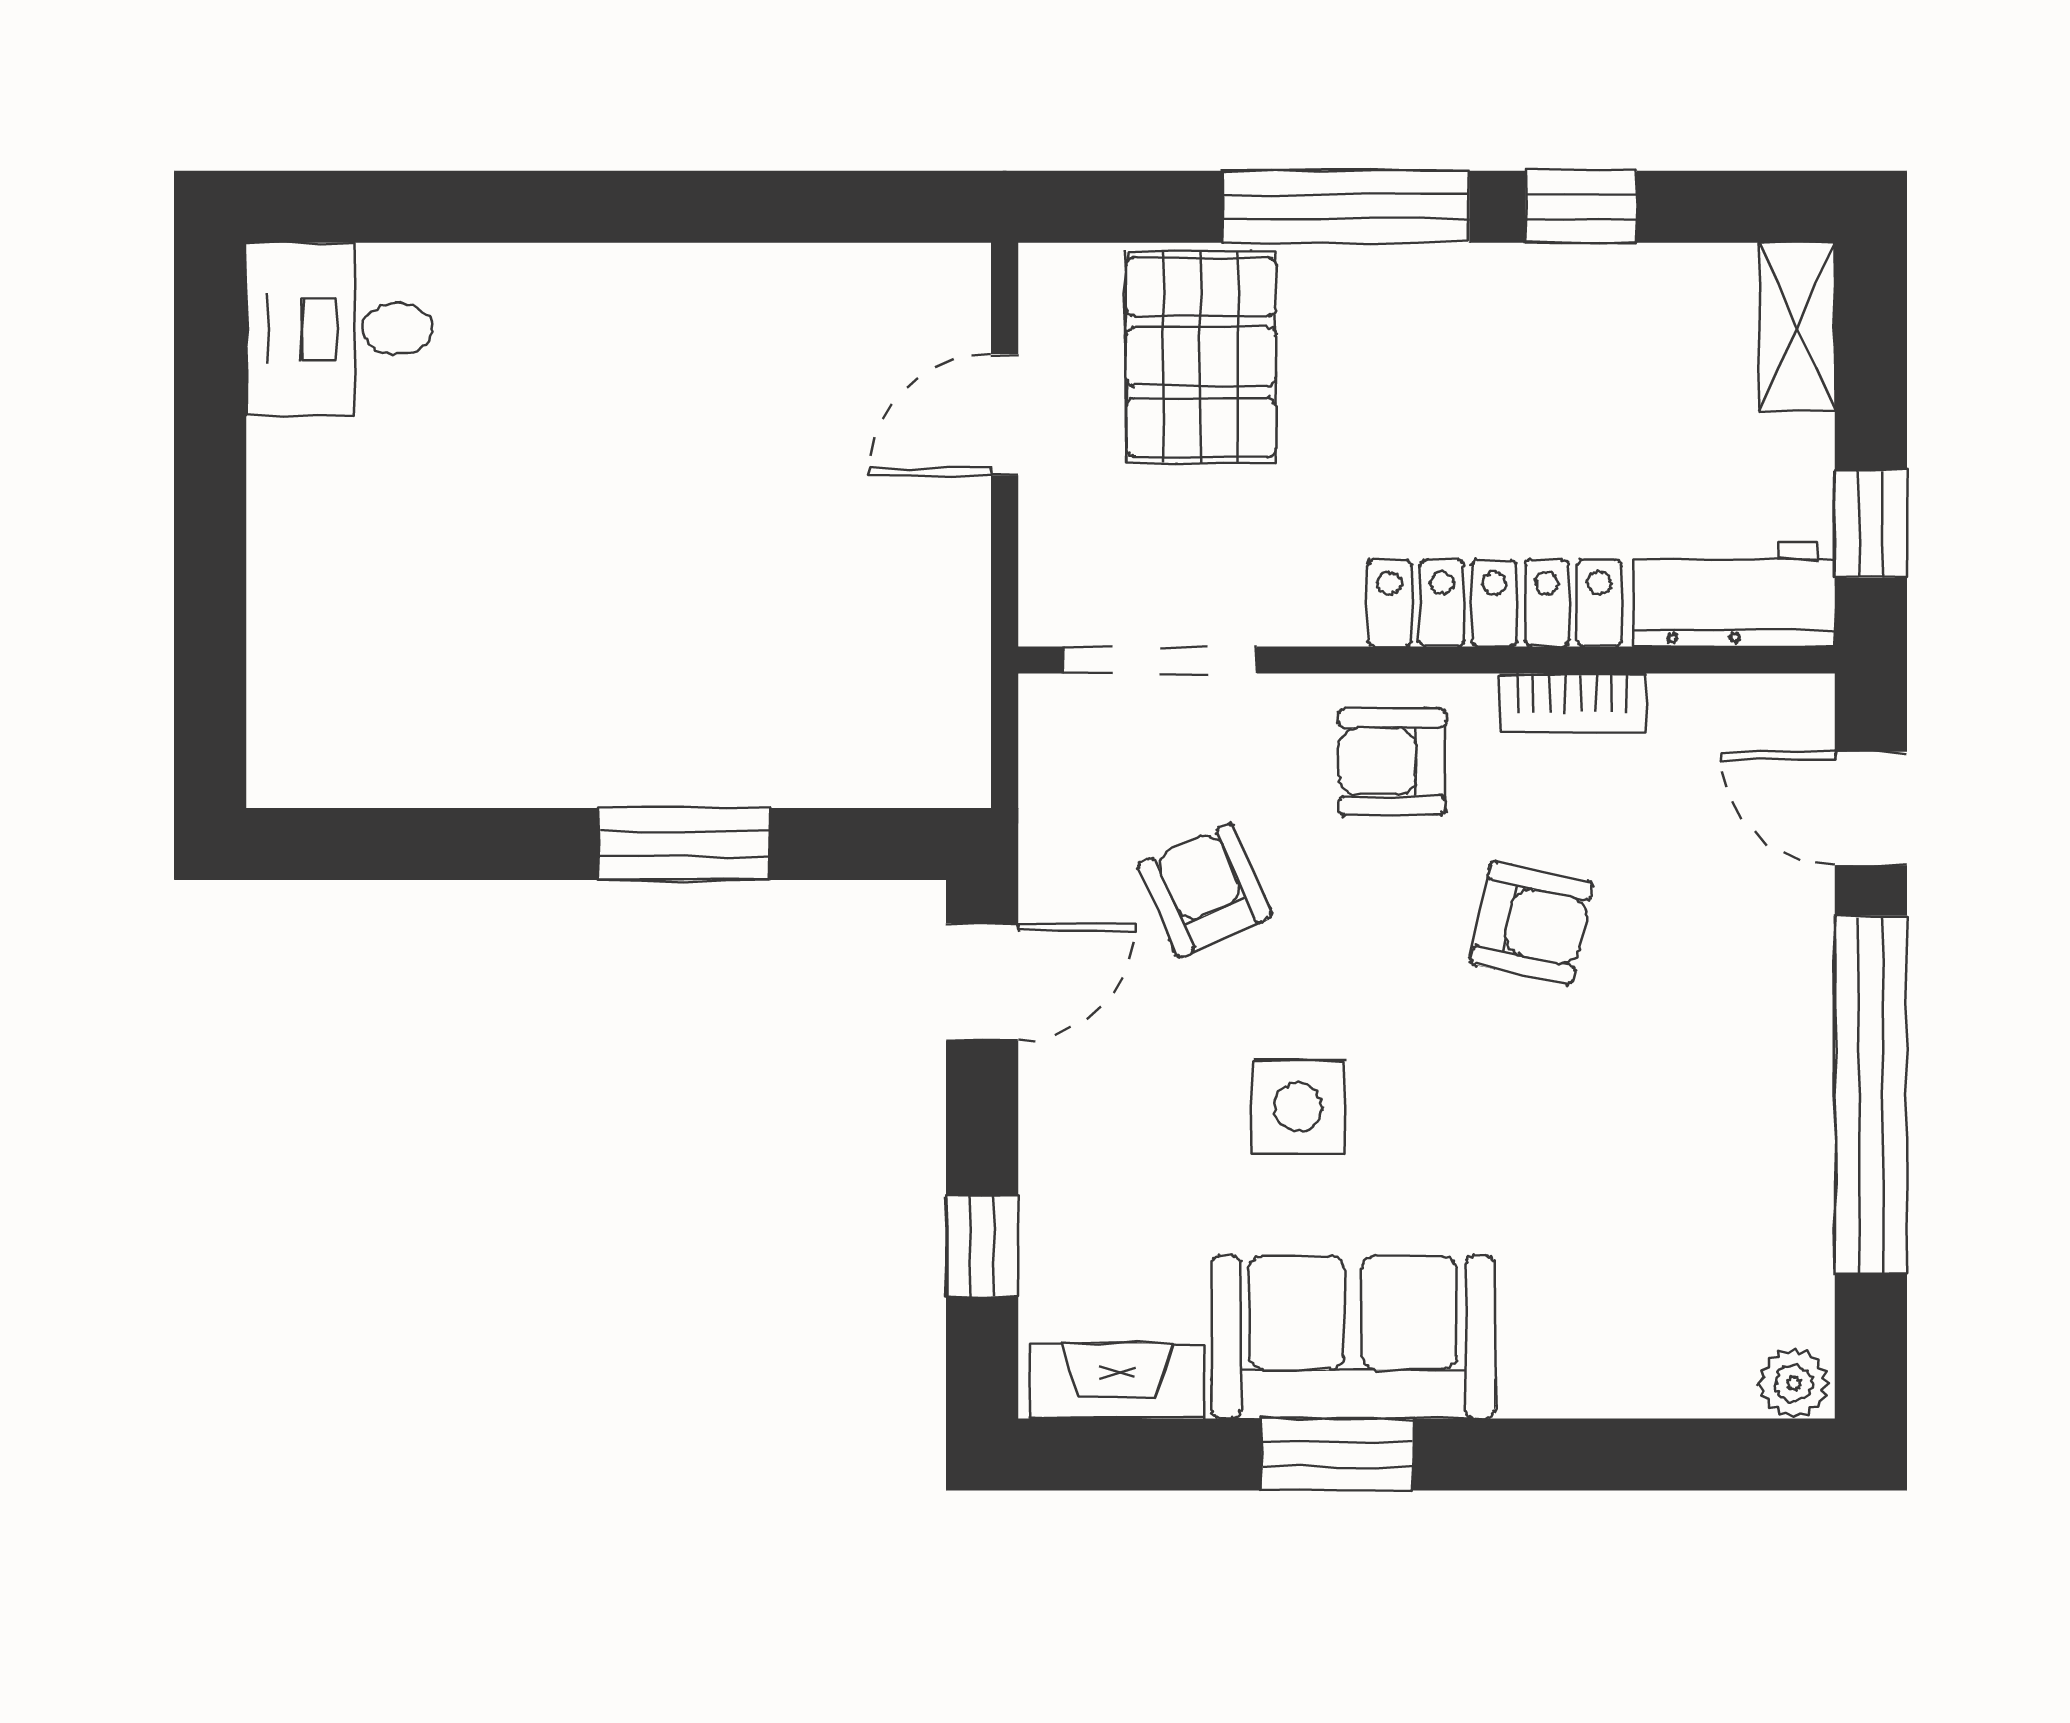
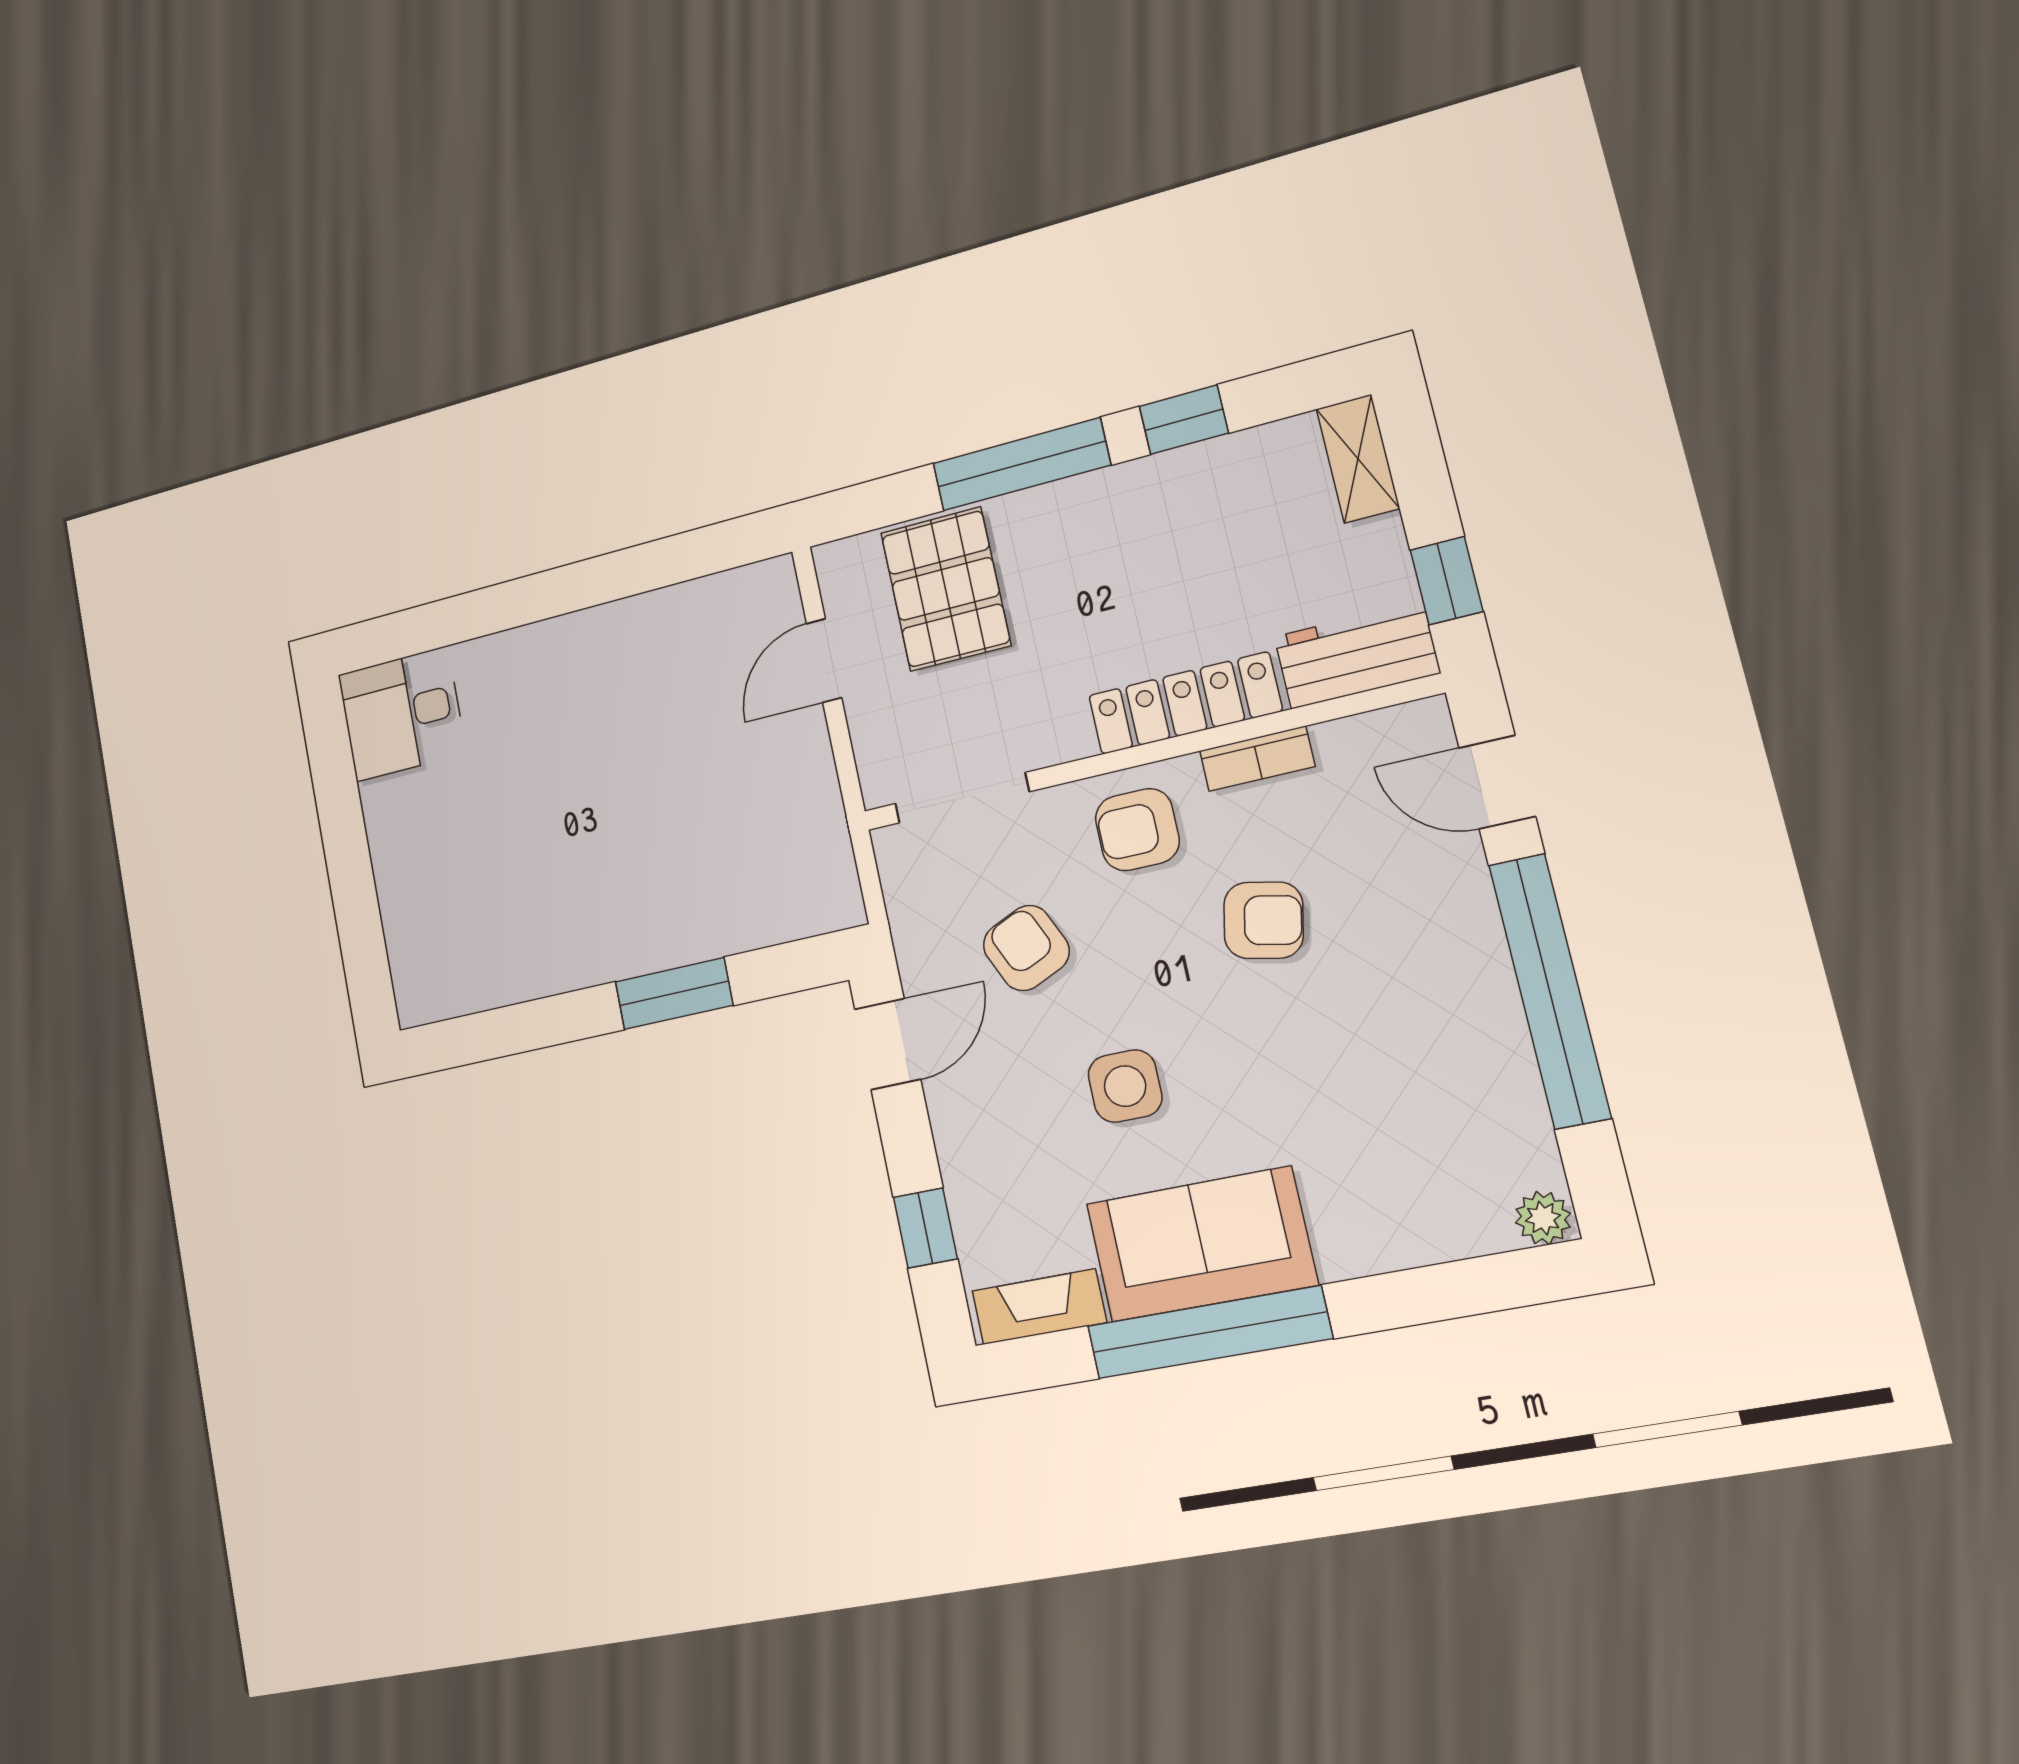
window: (1337, 1454) -> (1209, 1332), width x2.11

